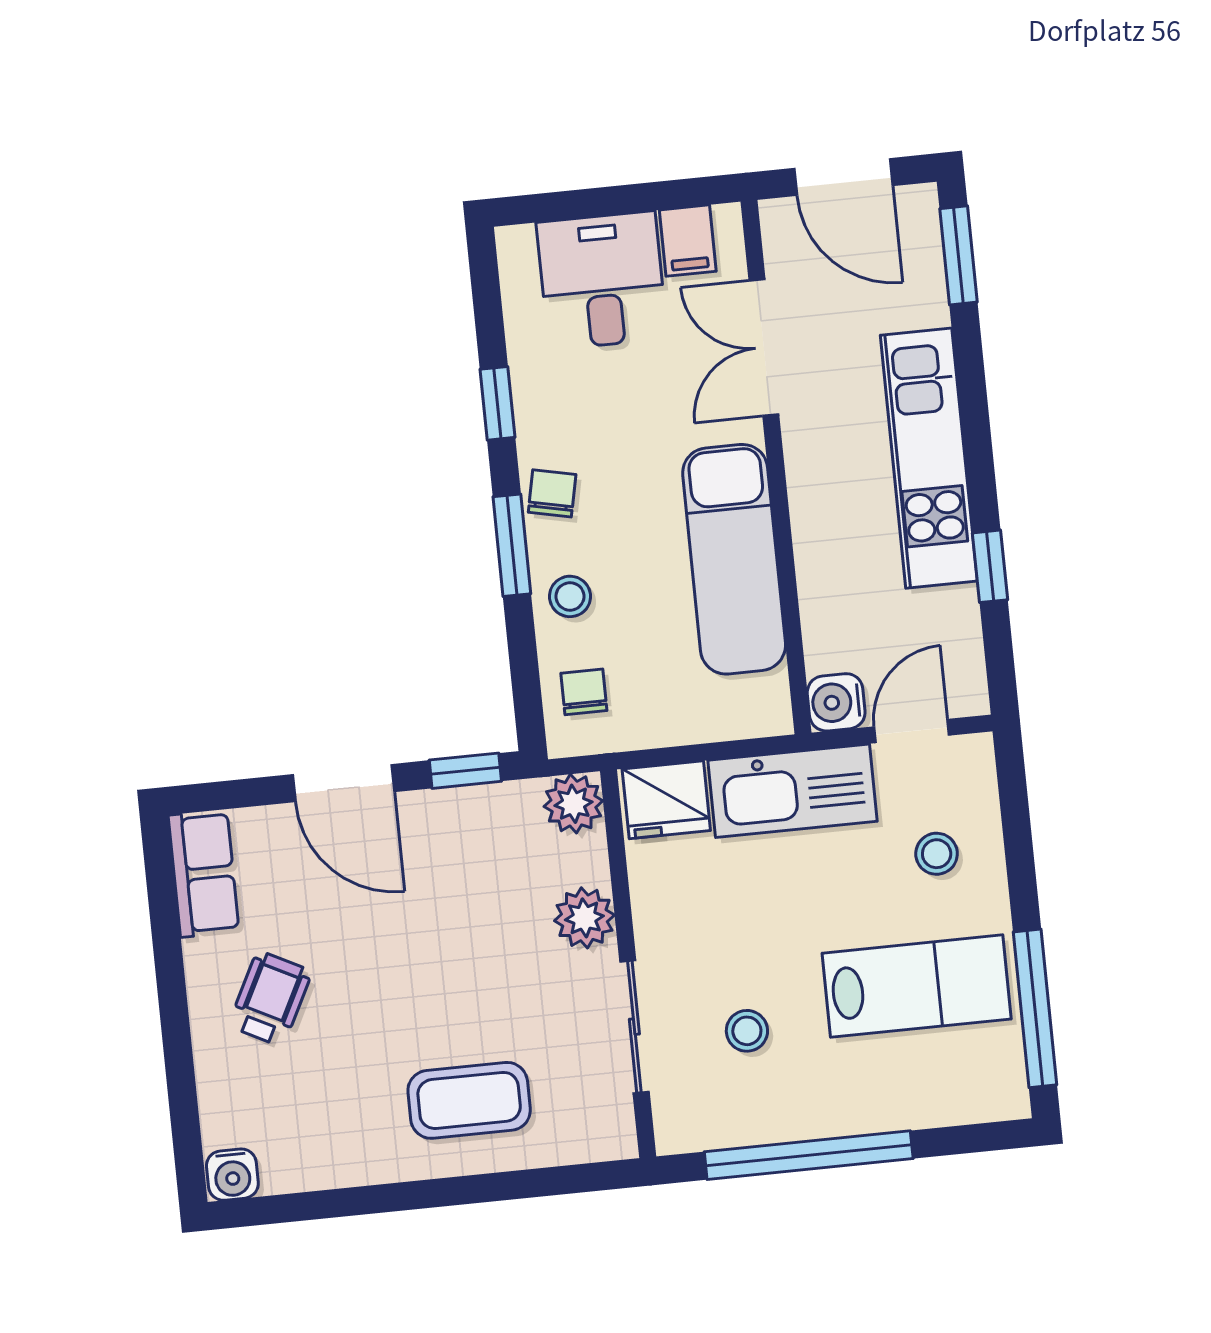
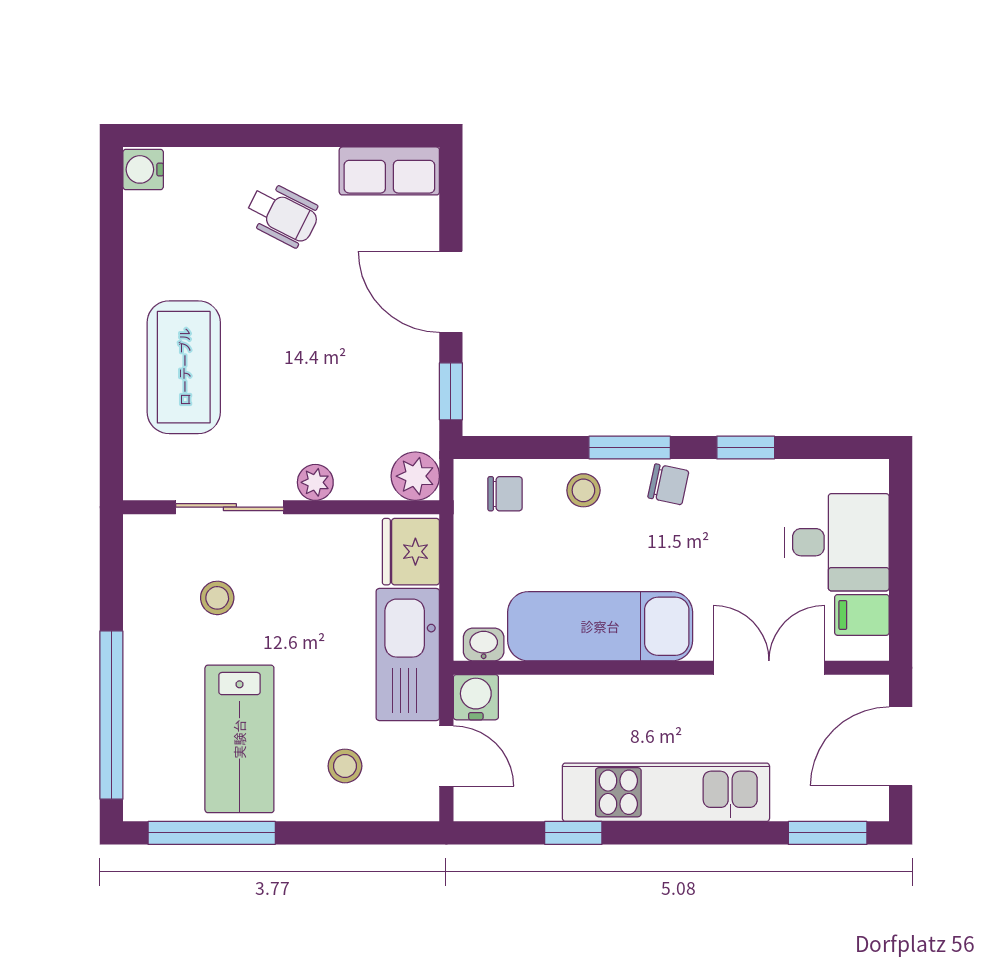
washbasin: (771, 699) -> (484, 644), added
door: (344, 783) -> (451, 292), hinge flipped
plant: (584, 918) -> (315, 482), width x0.73, depth x0.73
coffee table: (469, 1100) -> (184, 367), width x1.36, depth x1.32
window: (809, 1155) -> (111, 715), moved

